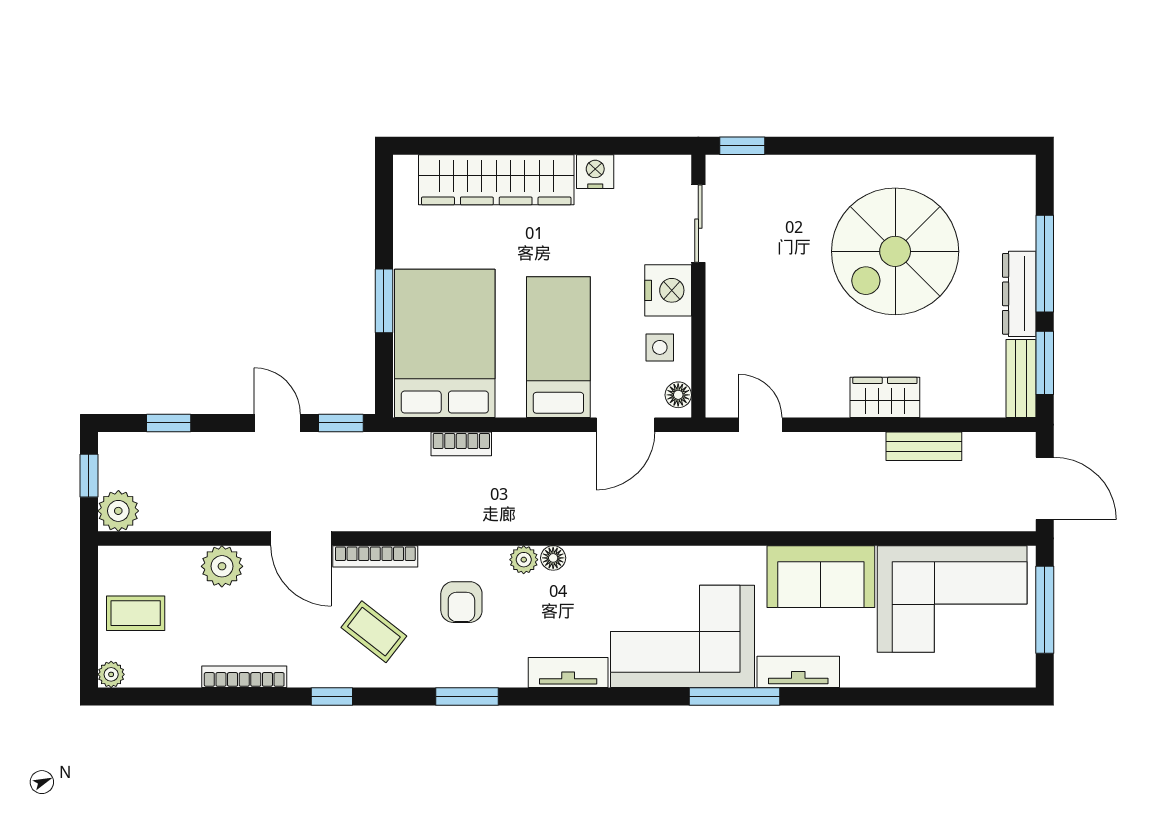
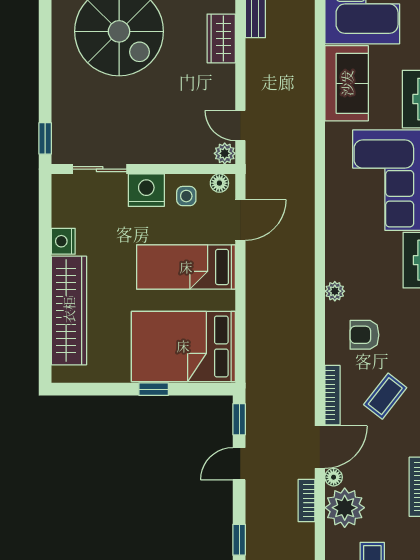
window: (384, 301) -> (154, 389), width x0.67
plant: (721, 402) -> (225, 153), added
door: (626, 425) -> (240, 220), hinge flipped
door: (760, 425) -> (240, 126), hinge flipped
bookcase: (461, 444) -> (306, 500), moved, turned 180
floor lamp: (553, 558) -> (334, 477), moved
plant: (222, 566) -> (345, 508), width x1.36, depth x1.36
armchair: (461, 602) -> (364, 335), turned 180

